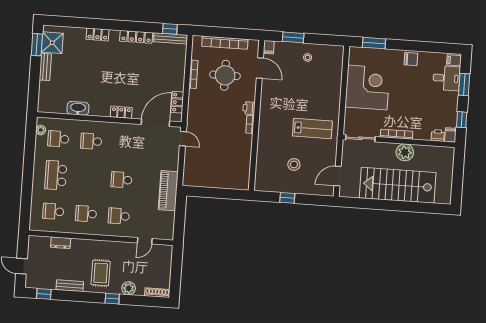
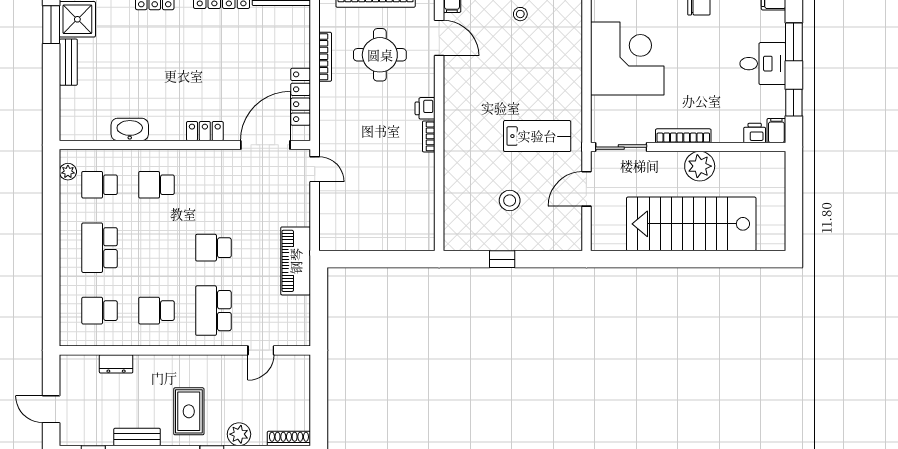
desk: (447, 78) -> (763, 64), moved
locker: (177, 102) -> (301, 97), width x1.53
door: (338, 176) -> (586, 189), moved
school desk: (119, 216) -> (213, 311), width x1.85

